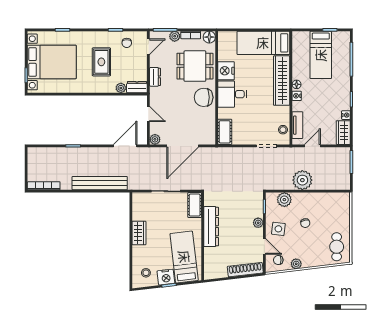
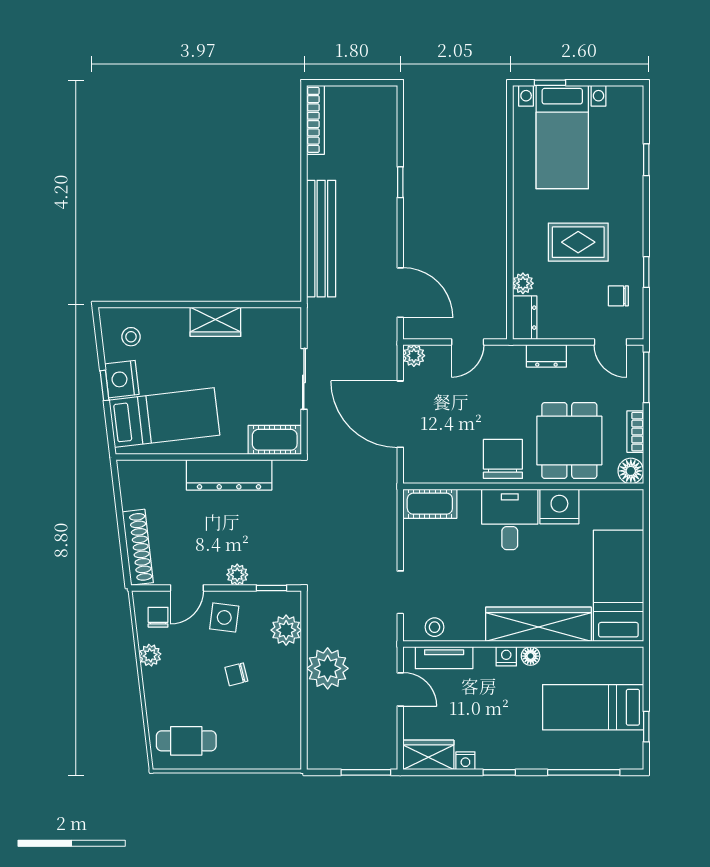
plant: (175, 36) -> (632, 398), removed
bed with nightstands: (52, 62) -> (562, 137), width x0.73

